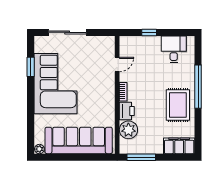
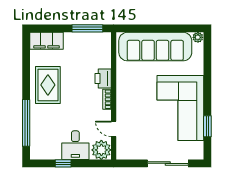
window: (149, 32) -> (63, 163), moved
desk: (174, 49) -> (75, 145), moved
door: (117, 64) -> (114, 129), hinge flipped
window: (198, 87) -> (26, 123), moved
plant: (128, 130) -> (101, 150), moved

